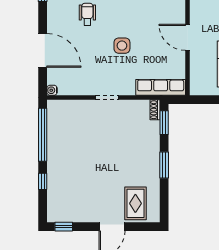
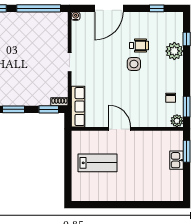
door: (187, 37) -> (120, 129), hinge flipped
side table: (122, 46) -> (134, 64), moved

